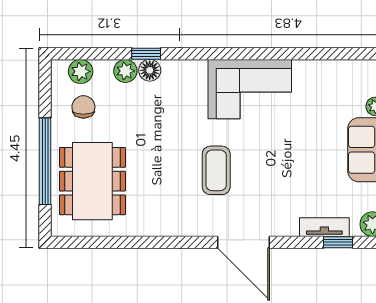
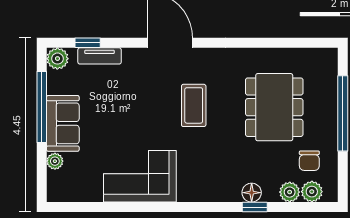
plant: (125, 71) -> (290, 192), moved
corner sofa: (250, 89) -> (140, 176), moved
dining table: (92, 181) -> (274, 107), moved

